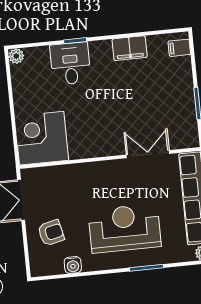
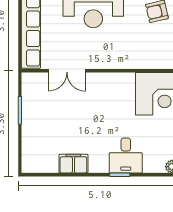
filing cabinet: (179, 48) -> (31, 160), removed

